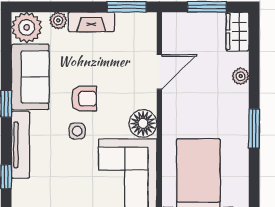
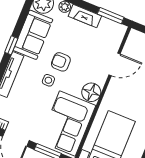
armchair: (84, 99) -> (61, 62), turned 180

